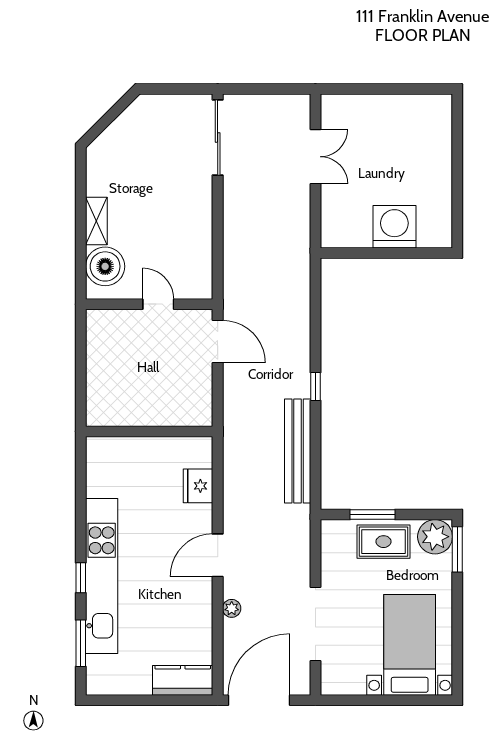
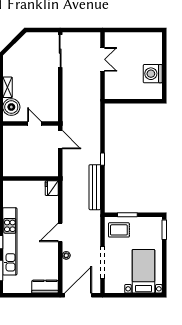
washing machine: (394, 227) -> (153, 74), moved, turned -90
fridge: (198, 486) -> (52, 188), moved
plant: (435, 537) -> (154, 224), removed
rug: (383, 542) -> (119, 230), moved

